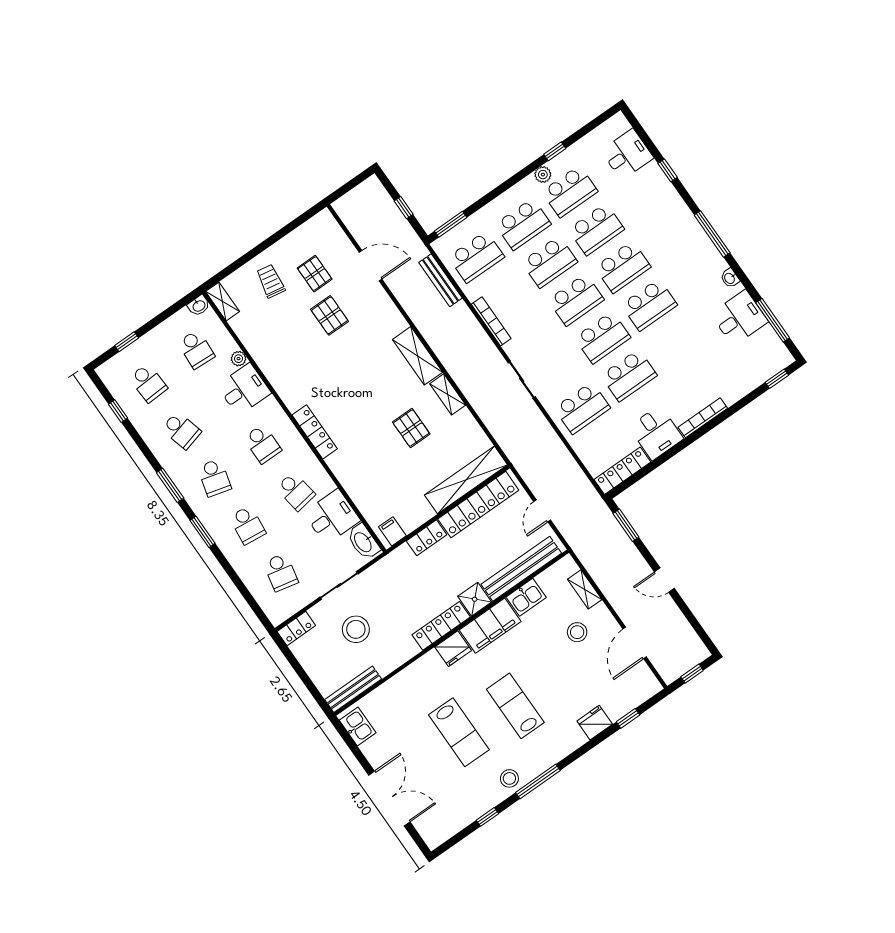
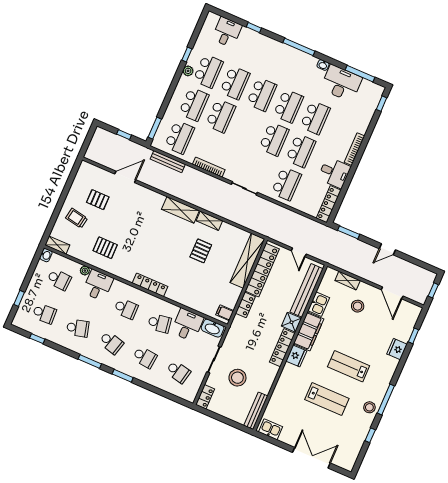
school desk: (576, 300) -> (315, 118), moved
pallet: (330, 315) -> (105, 248), moved
desk: (739, 318) -> (341, 83), width x1.37
pallet: (411, 428) -> (201, 251), turned 90

